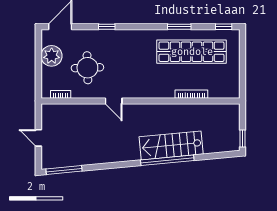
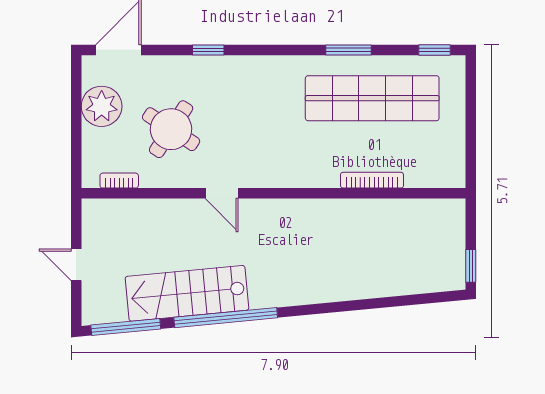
round table: (87, 68) -> (171, 129), turned 35
stairs: (171, 145) -> (187, 293), moved
window: (167, 160) -> (226, 318), moved

